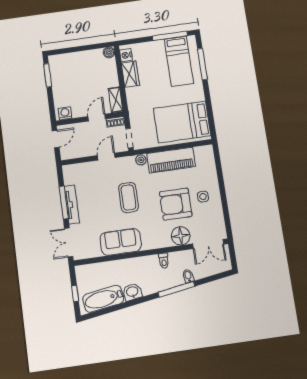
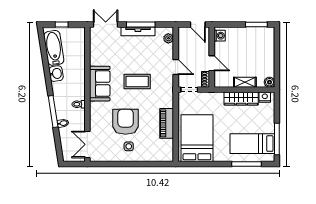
wardrobe: (130, 74) -> (241, 99), width x1.50
shelving: (116, 100) -> (245, 82), moved
plant: (141, 160) -> (168, 38), moved
piano: (171, 160) -> (167, 123), width x0.73, depth x0.75
floor lamp: (181, 236) -> (98, 122), removed
sofa: (121, 242) -> (100, 84), moved

